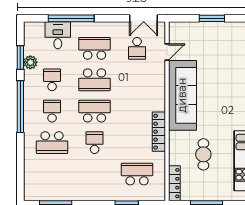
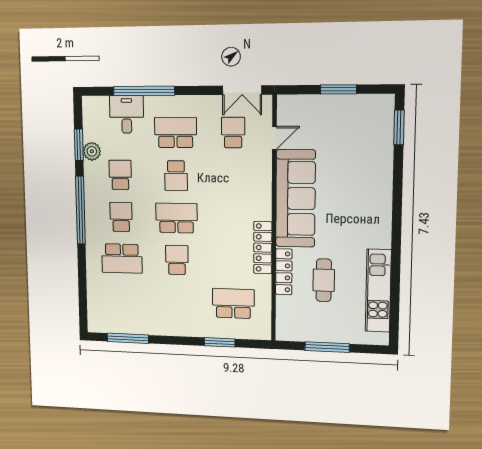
school desk: (137, 48) -> (233, 133), turned 180
school desk: (95, 80) -> (176, 176), width x0.54
locker: (174, 183) -> (284, 272), moved

